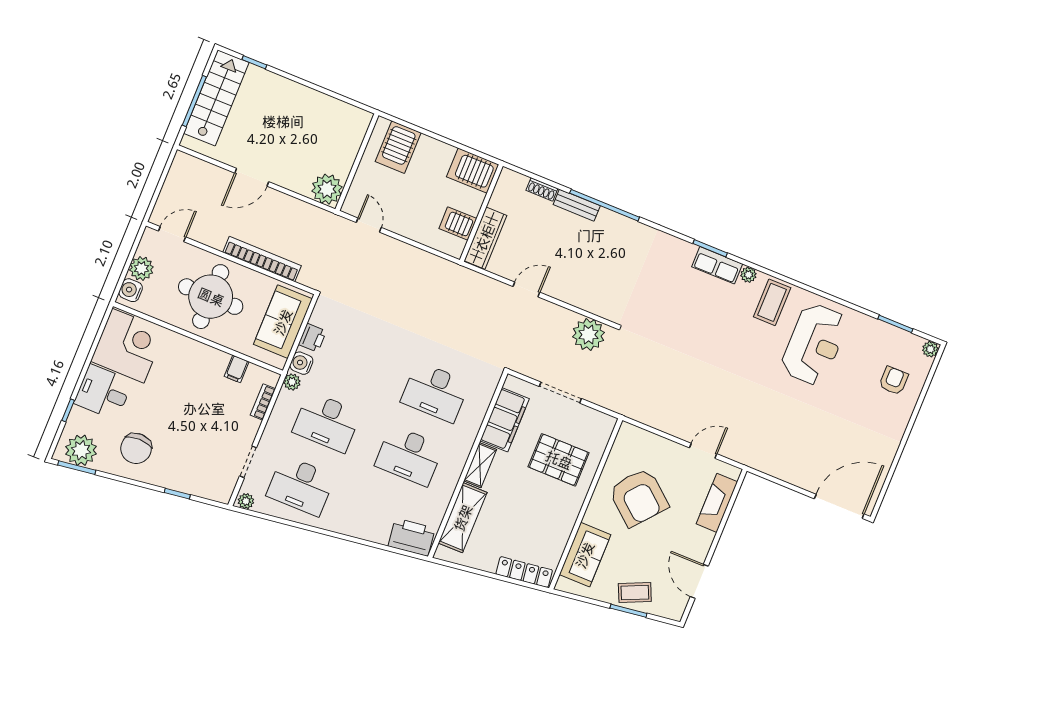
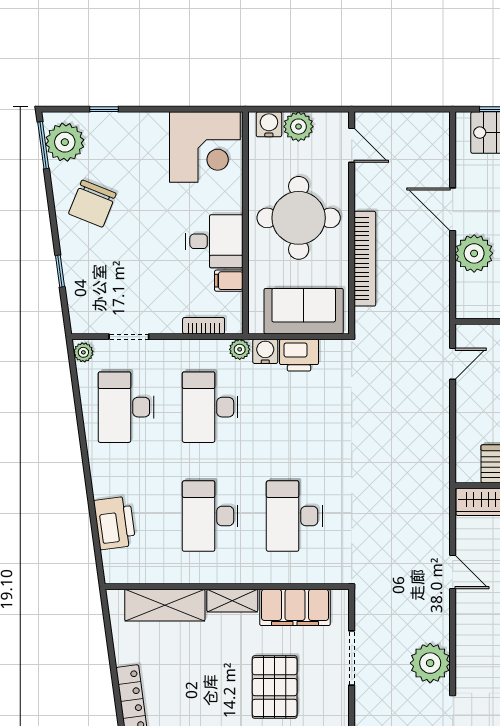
plant: (327, 189) -> (474, 253), moved
printer: (312, 338) -> (299, 355), width x1.36, depth x1.24
desk: (103, 392) -> (214, 241), moved, turned 90
chair: (136, 448) -> (92, 204), turned -68
printer: (412, 537) -> (115, 523), moved

